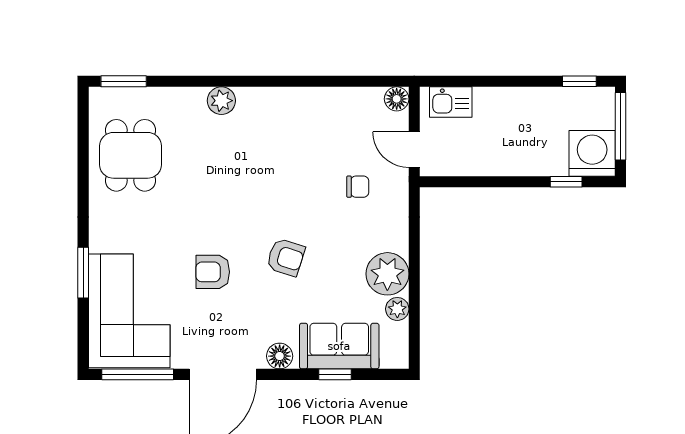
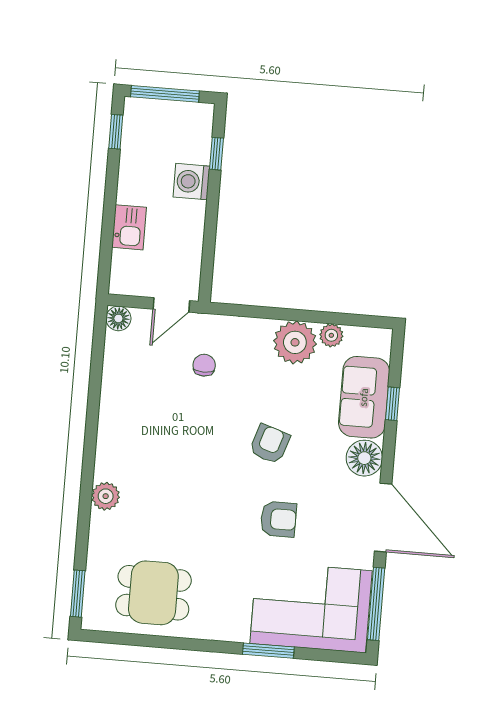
kitchen sink: (451, 102) -> (129, 227), moved
washing machine: (592, 153) -> (192, 182), moved, width x0.73, depth x0.73
armchair: (213, 272) -> (278, 519), turned -90
floor lamp: (280, 356) -> (364, 458), width x1.38, depth x1.38

